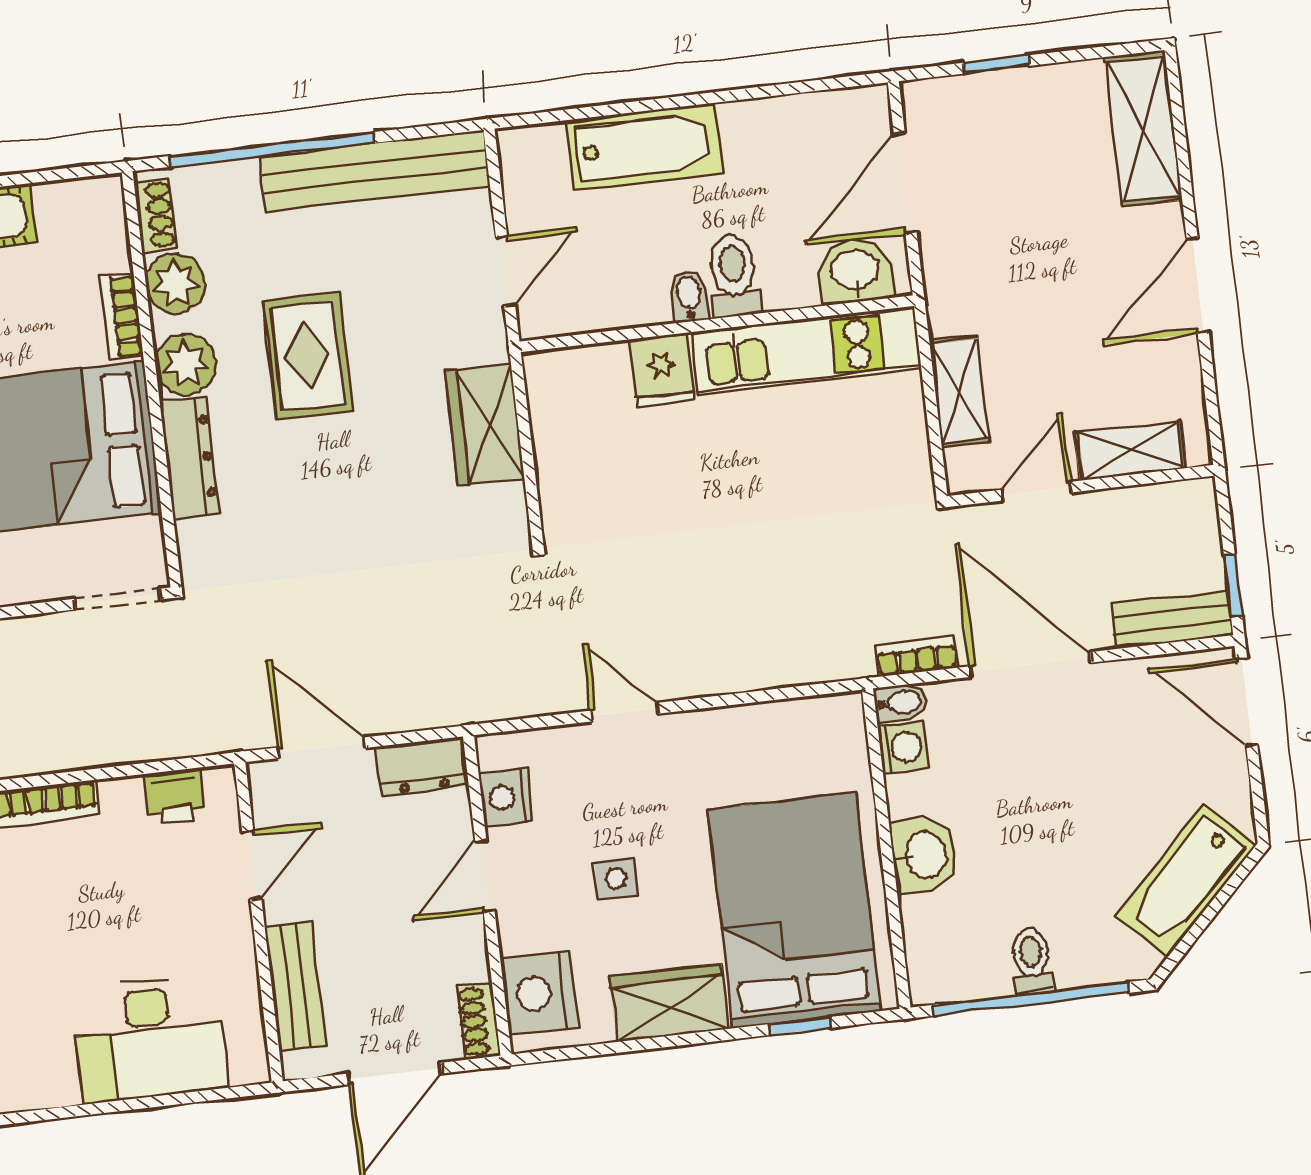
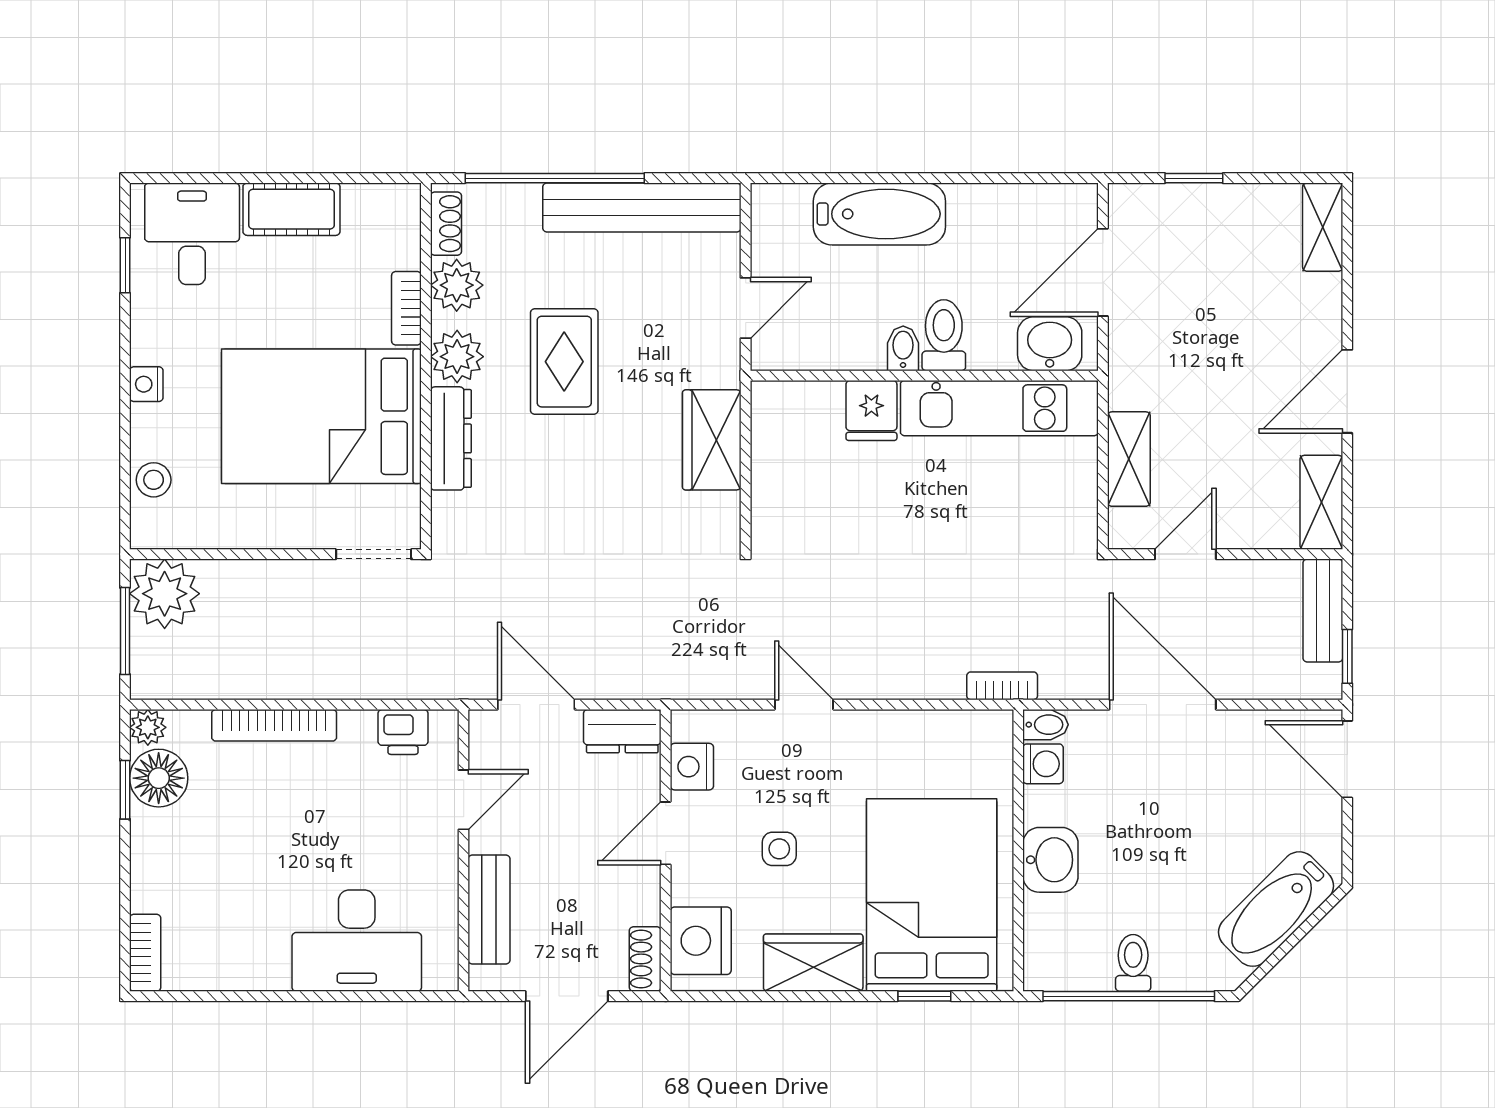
shelving: (1143, 129) -> (1323, 227), width x0.67, depth x0.75
shelving: (1130, 450) -> (1321, 502), moved, turned 90
bench: (1172, 620) -> (1323, 611), moved, turned 90
bookcase: (917, 656) -> (1002, 686), moved

